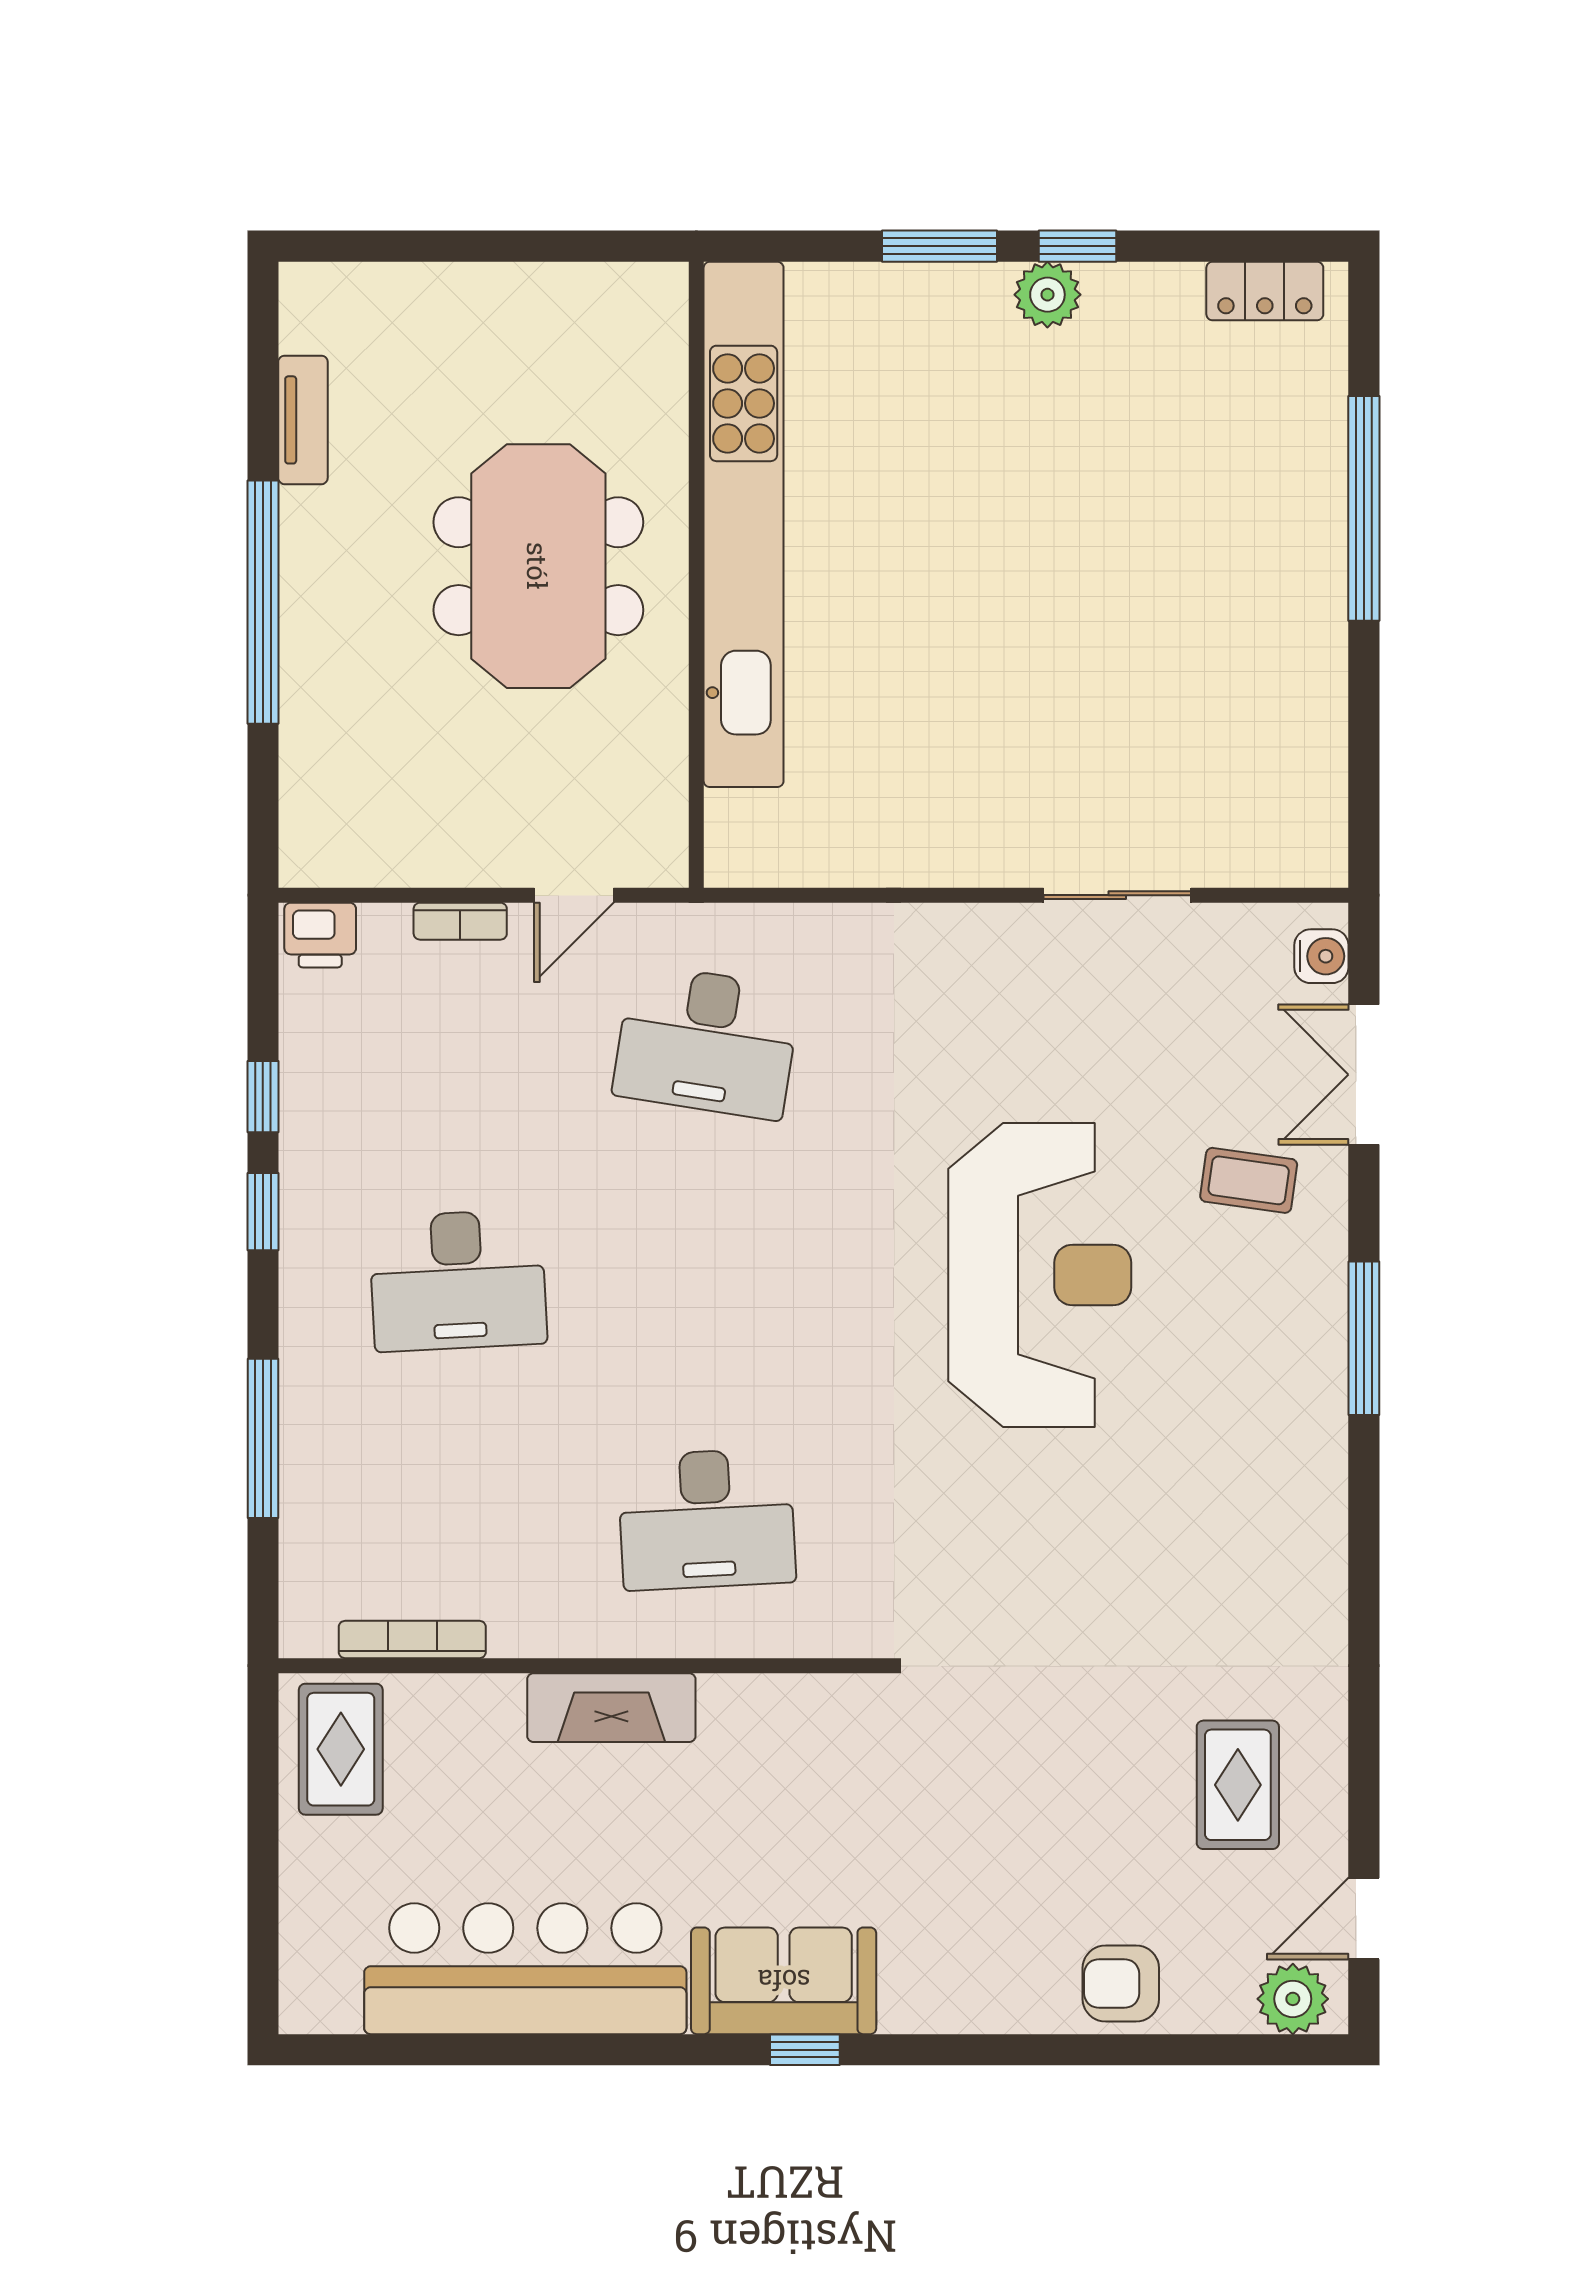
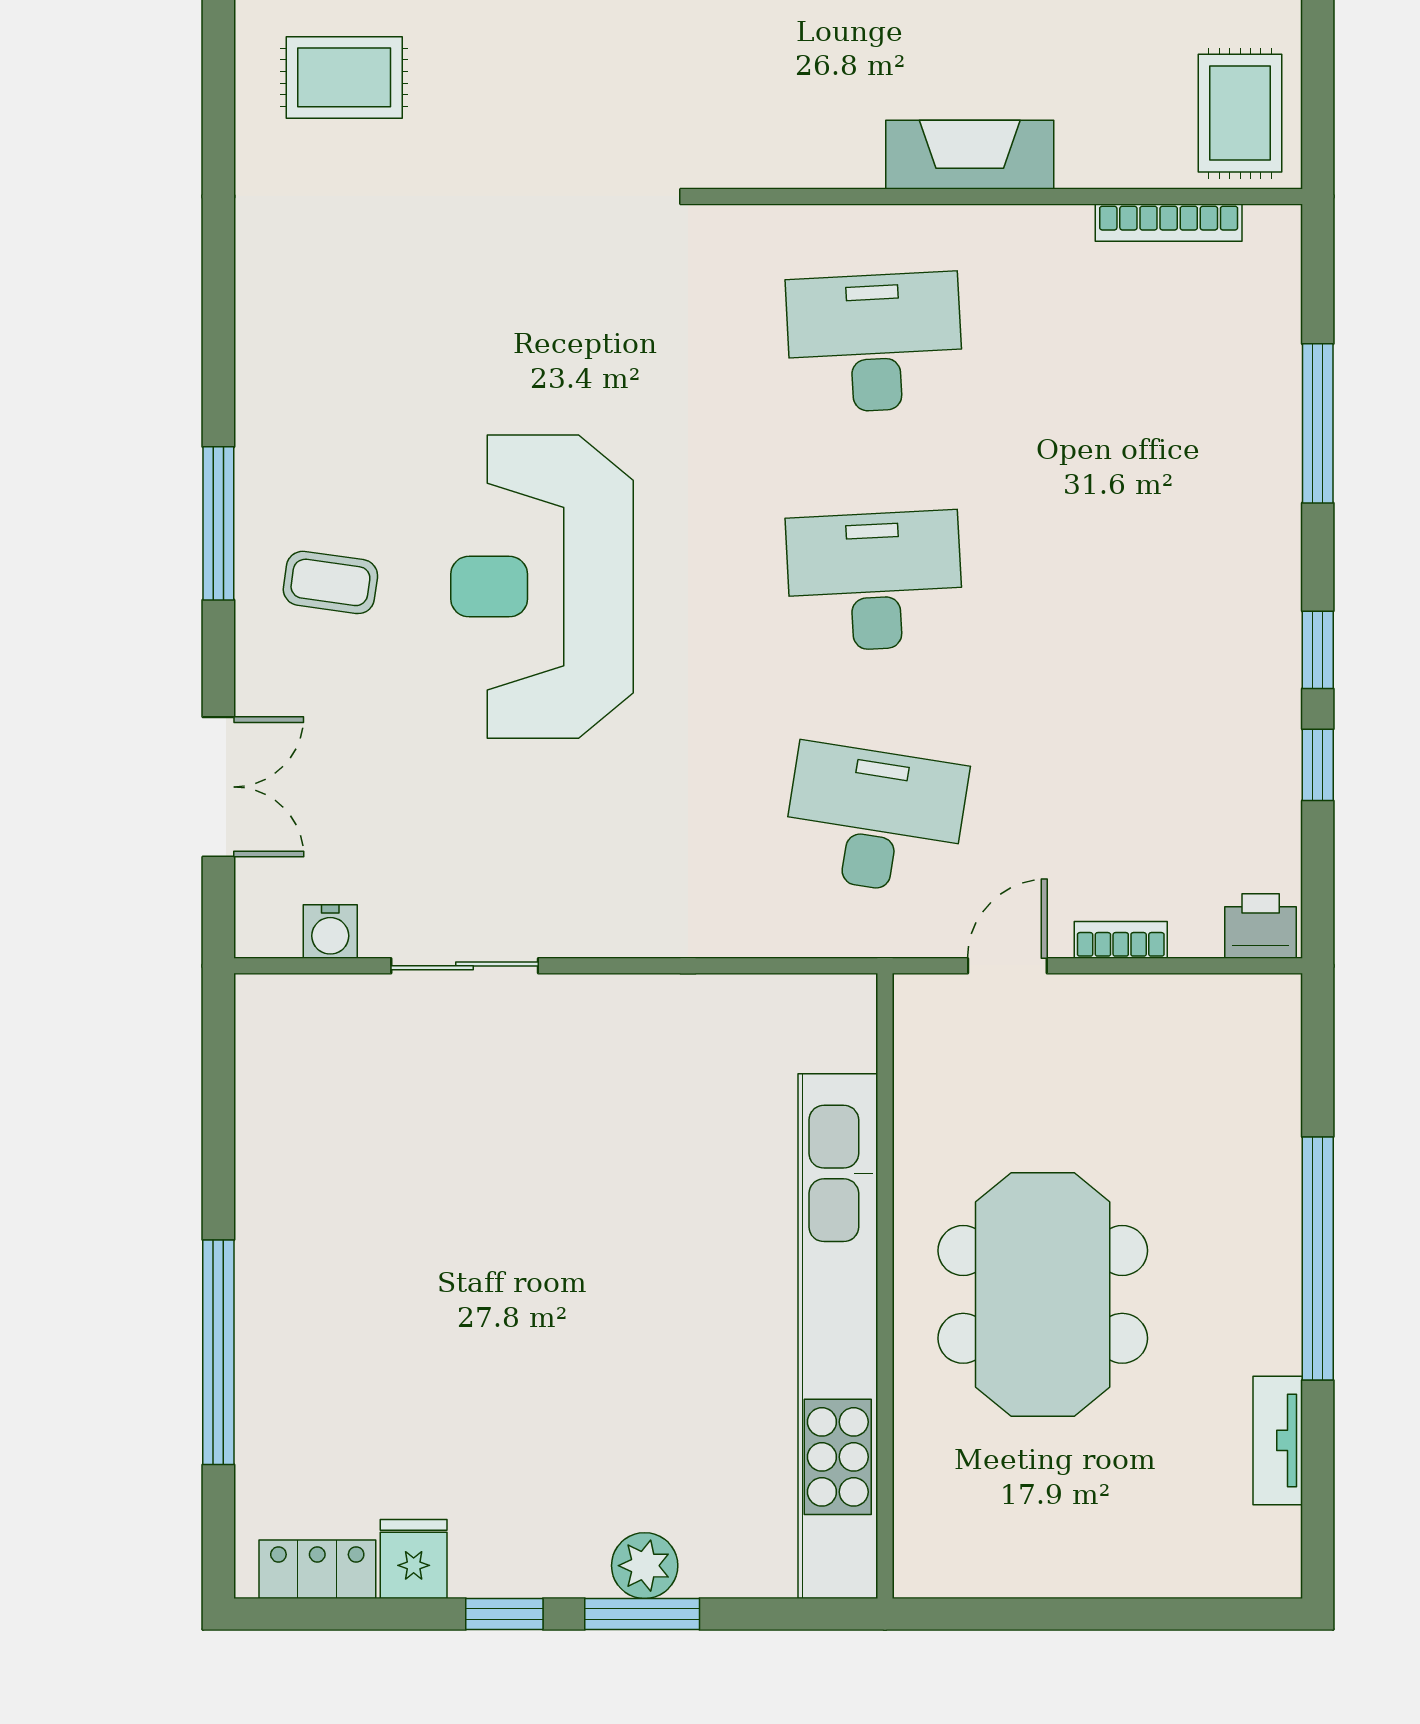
plant: (1047, 295) -> (645, 1566), moved
fridge: (1168, 301) -> (414, 1559), added
water cooler: (1321, 956) -> (330, 932), moved, turned -90
coffee table: (1249, 1180) -> (330, 582), moved
desk: (458, 1280) -> (875, 581), moved
rug: (1238, 1785) -> (344, 77), turned 90

